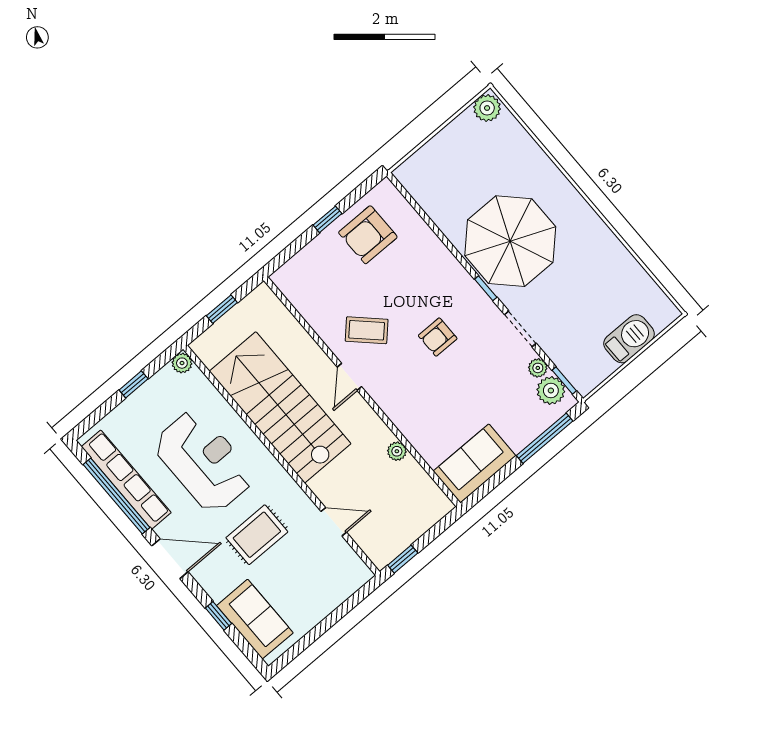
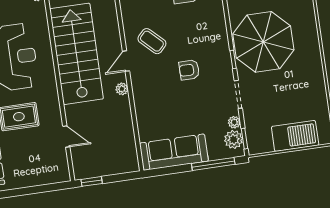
barbecue: (629, 339) -> (295, 136), width x1.37, depth x1.21
plant: (397, 451) -> (122, 89), moved
sofa: (474, 464) -> (174, 152), width x1.36

